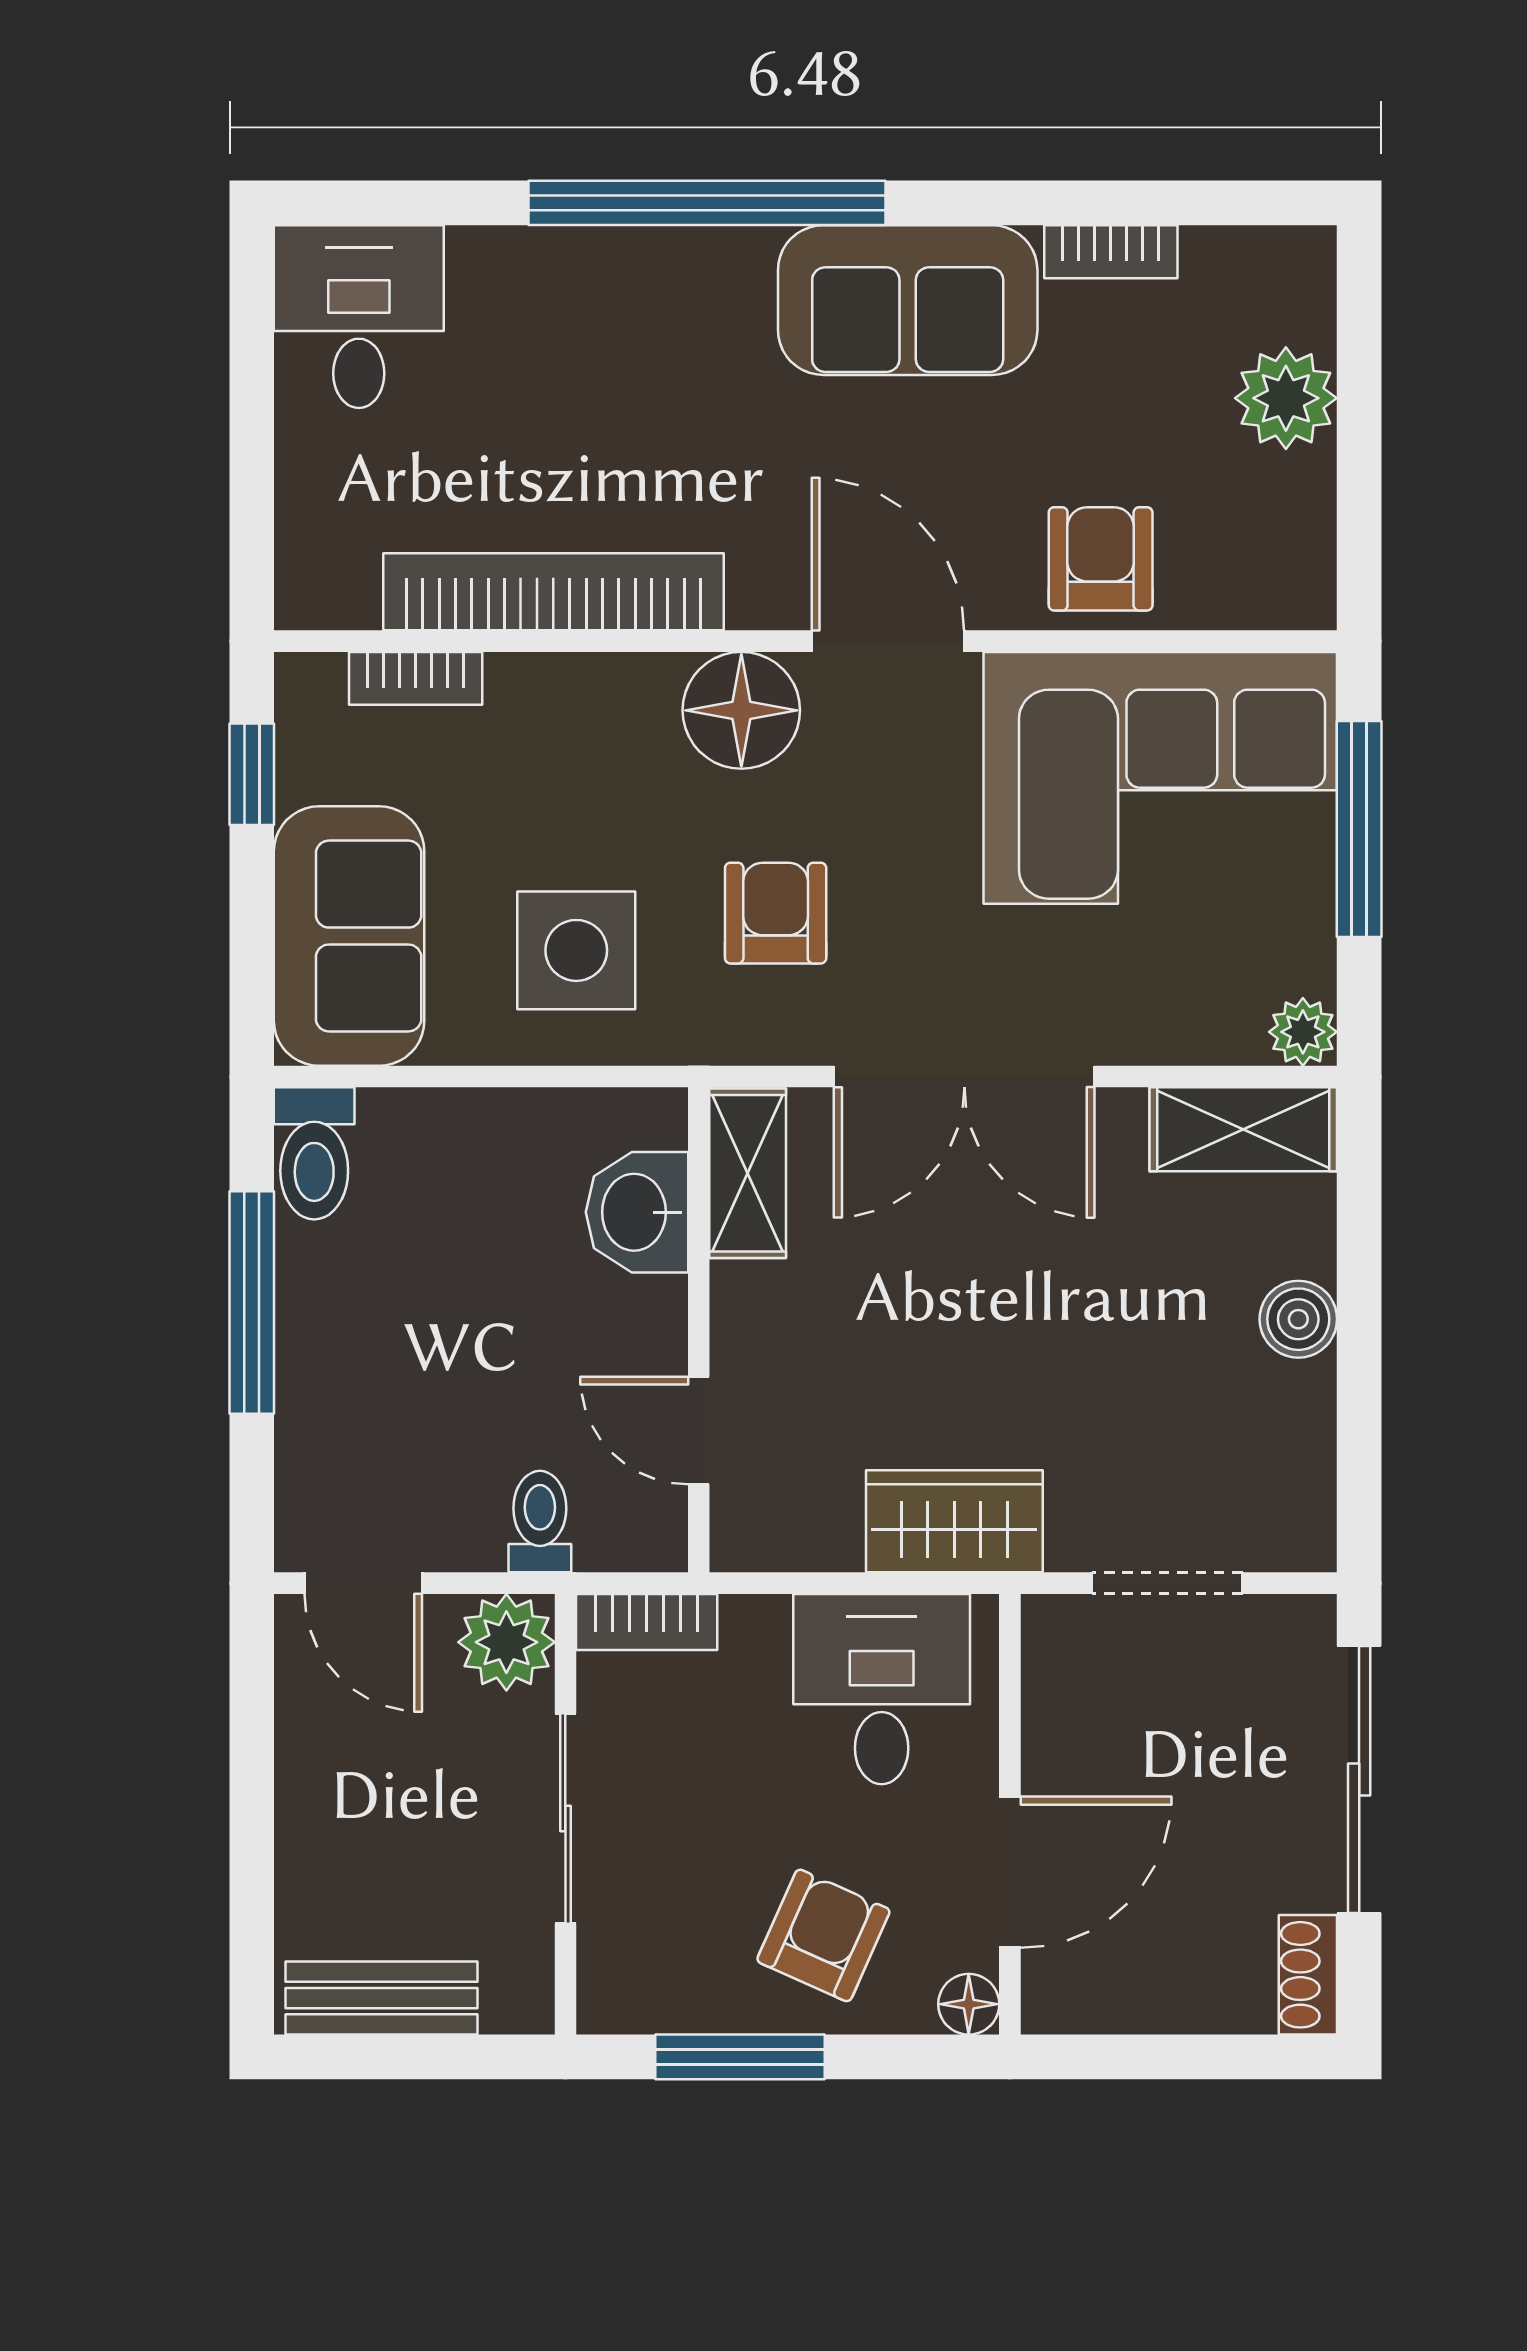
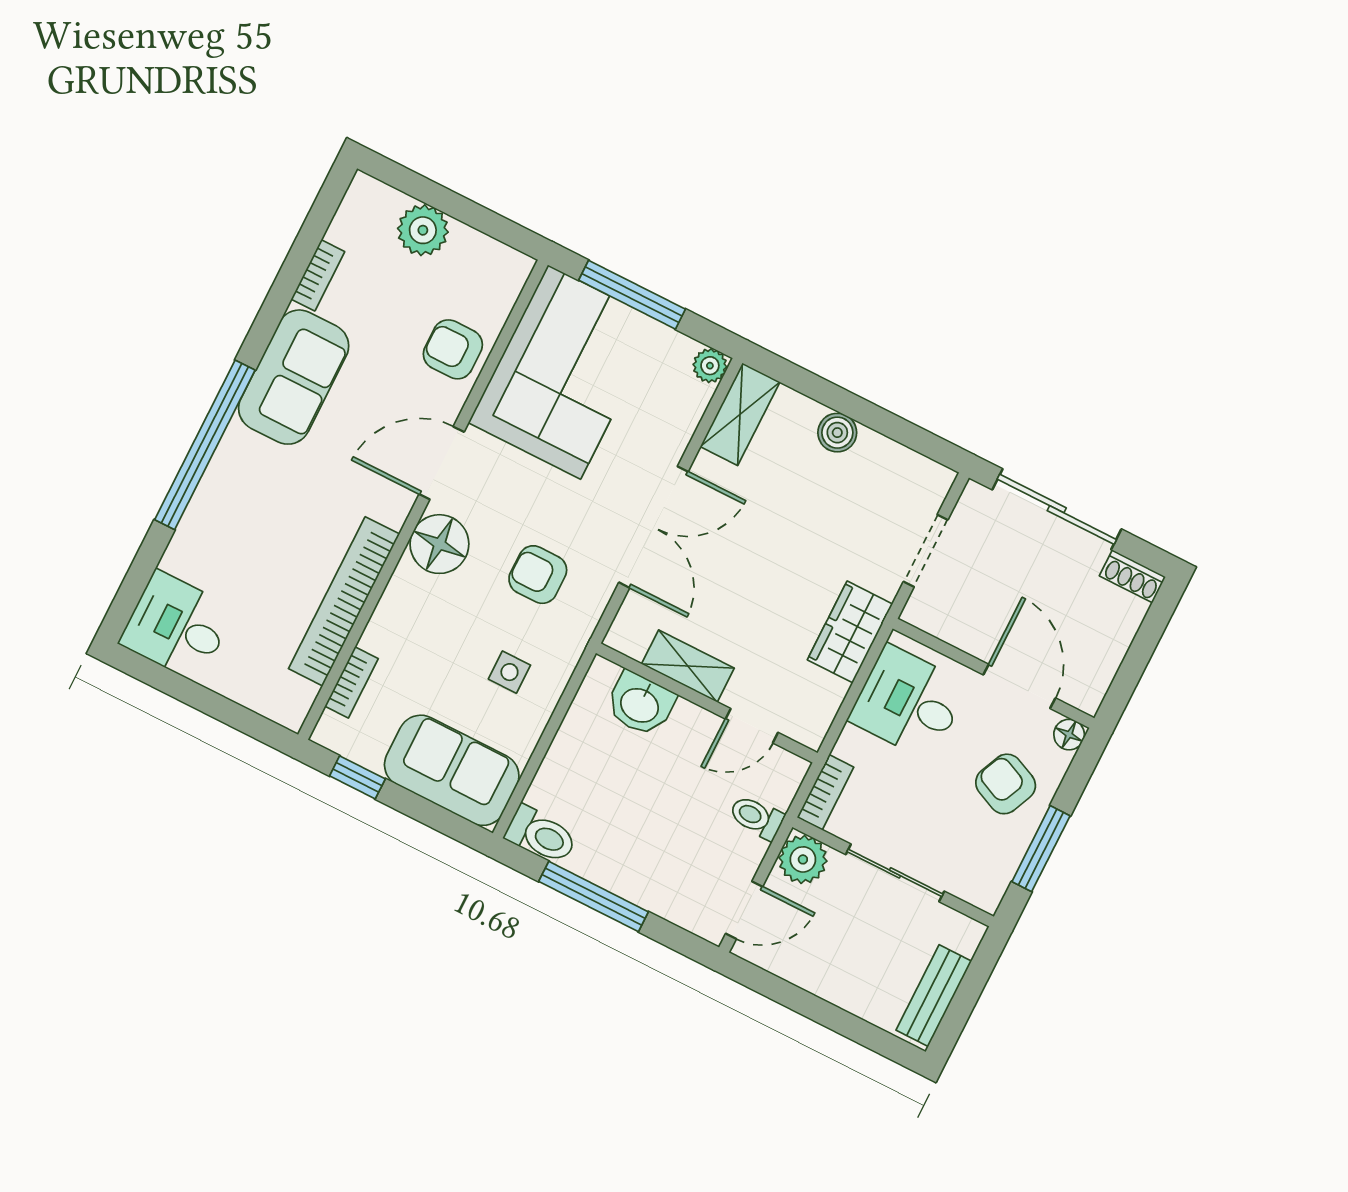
side table: (576, 950) -> (509, 672), width x0.54, depth x0.54
shelving: (748, 1173) -> (688, 666), moved

